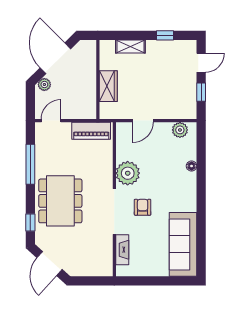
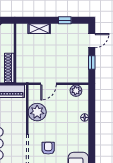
wardrobe: (108, 86) -> (23, 58), removed
shoe rack: (90, 99) -> (9, 68), added
plant: (128, 173) -> (37, 112), moved

